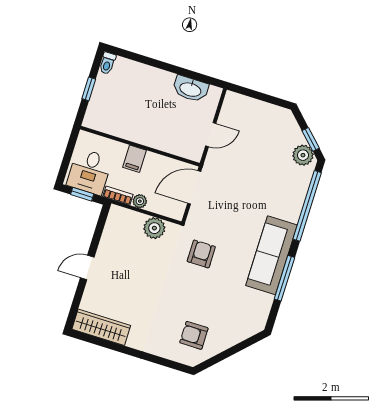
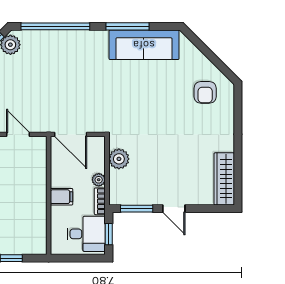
window: (99, 230) -> (137, 209), added
armchair: (201, 254) -> (129, 109), removed
sofa: (271, 255) -> (144, 45), moved

